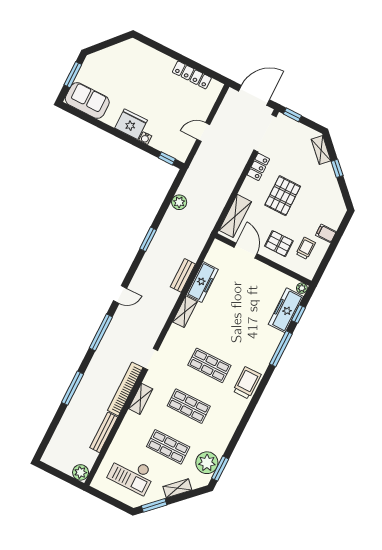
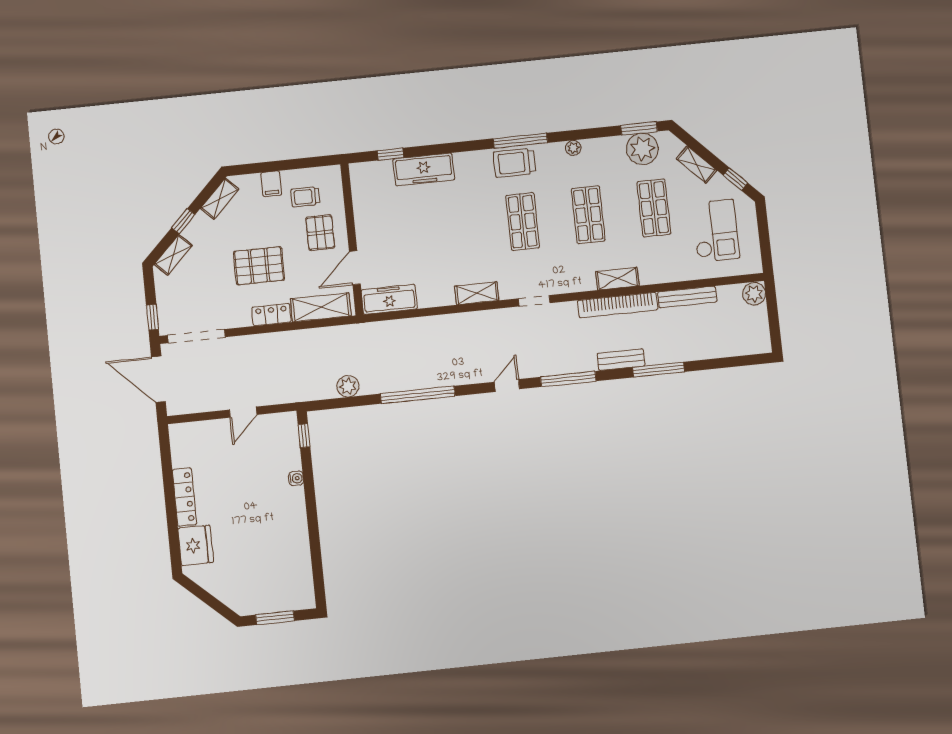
locker: (192, 75) -> (184, 497), moved
sofa: (87, 101) -> (295, 579), removed
fridge: (131, 124) -> (196, 545), moved, turned 180
door: (203, 132) -> (243, 412), hinge flipped
locker: (258, 167) -> (271, 315), moved
shelving: (337, 198) -> (220, 199), added
window: (148, 239) -> (418, 395), width x2.11
bench: (183, 275) -> (621, 360), moved
freezer: (202, 282) -> (389, 299), moved
plant: (302, 288) -> (573, 148), moved
door: (120, 294) -> (507, 385), hinge flipped
freezer: (286, 310) -> (424, 169), moved
window: (281, 349) -> (520, 141), moved
doorway: (150, 359) -> (534, 301), moved
window: (154, 505) -> (735, 179), width x0.67

